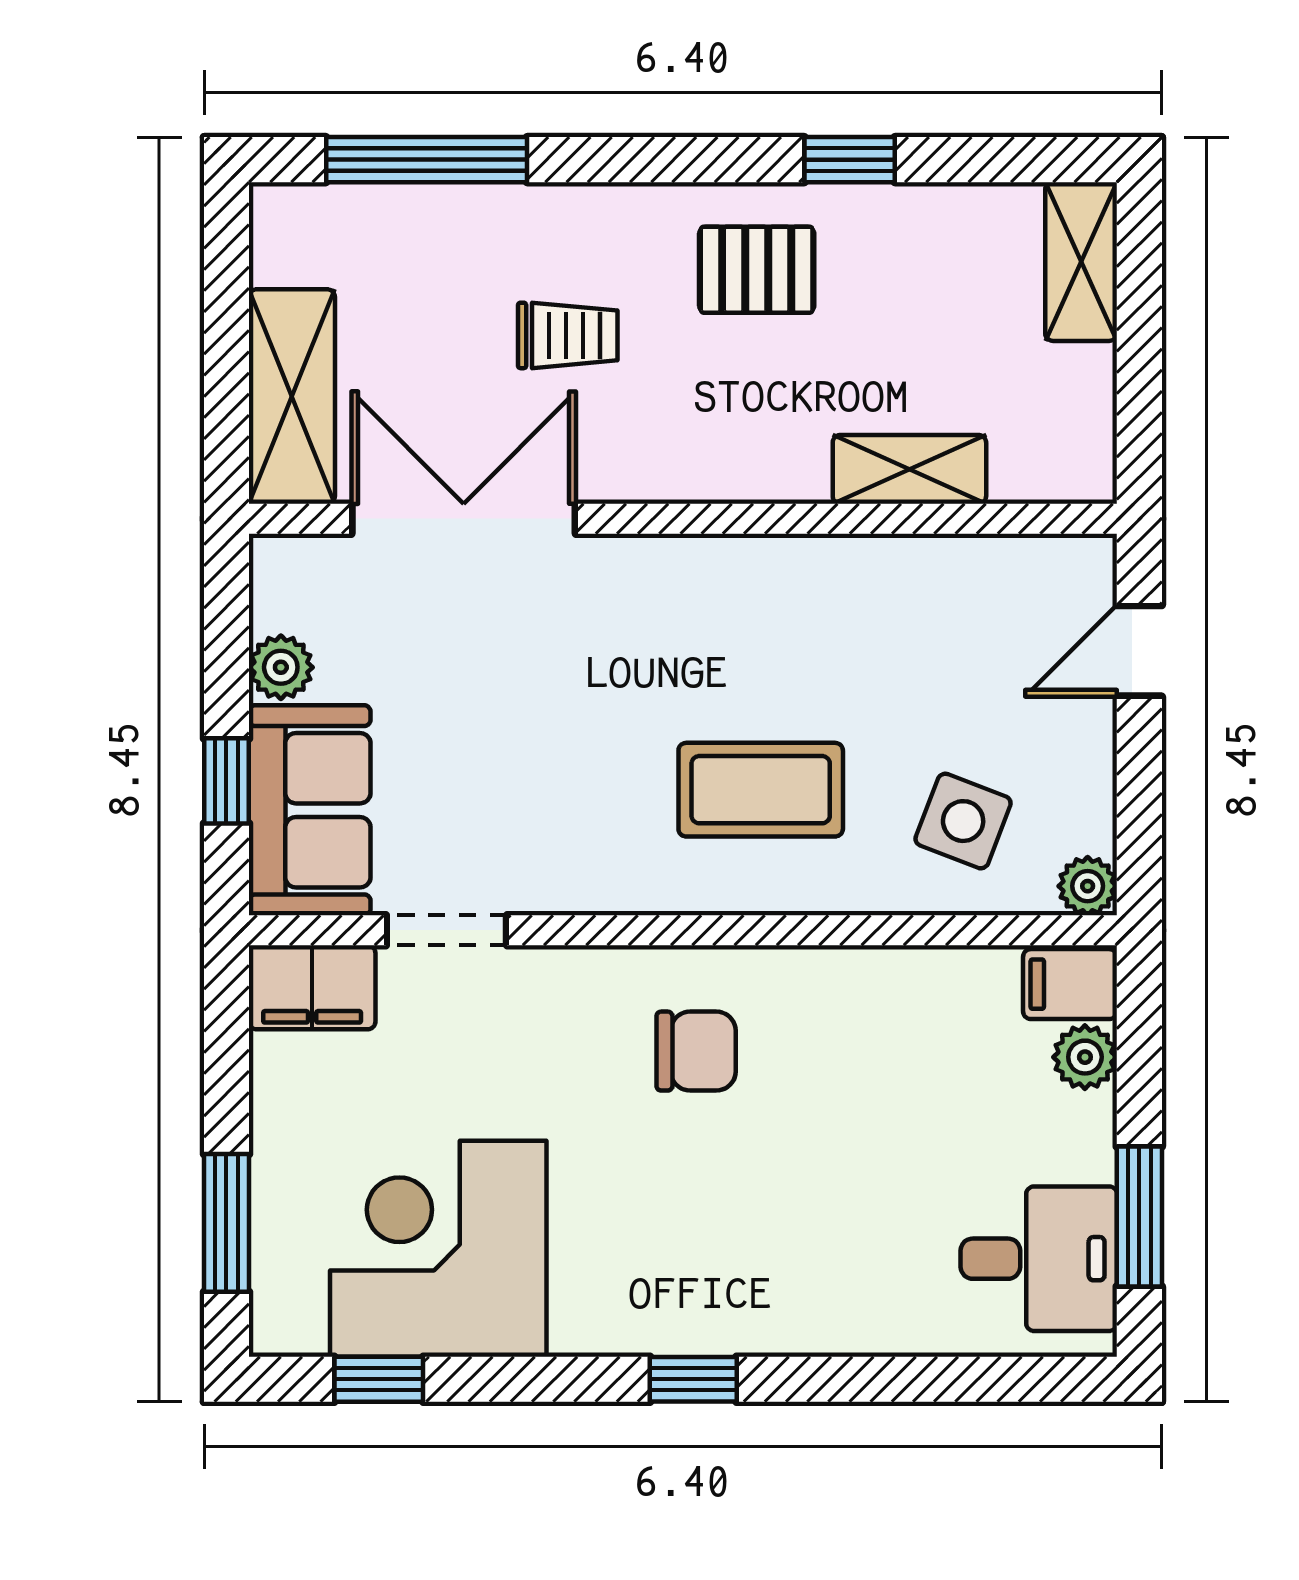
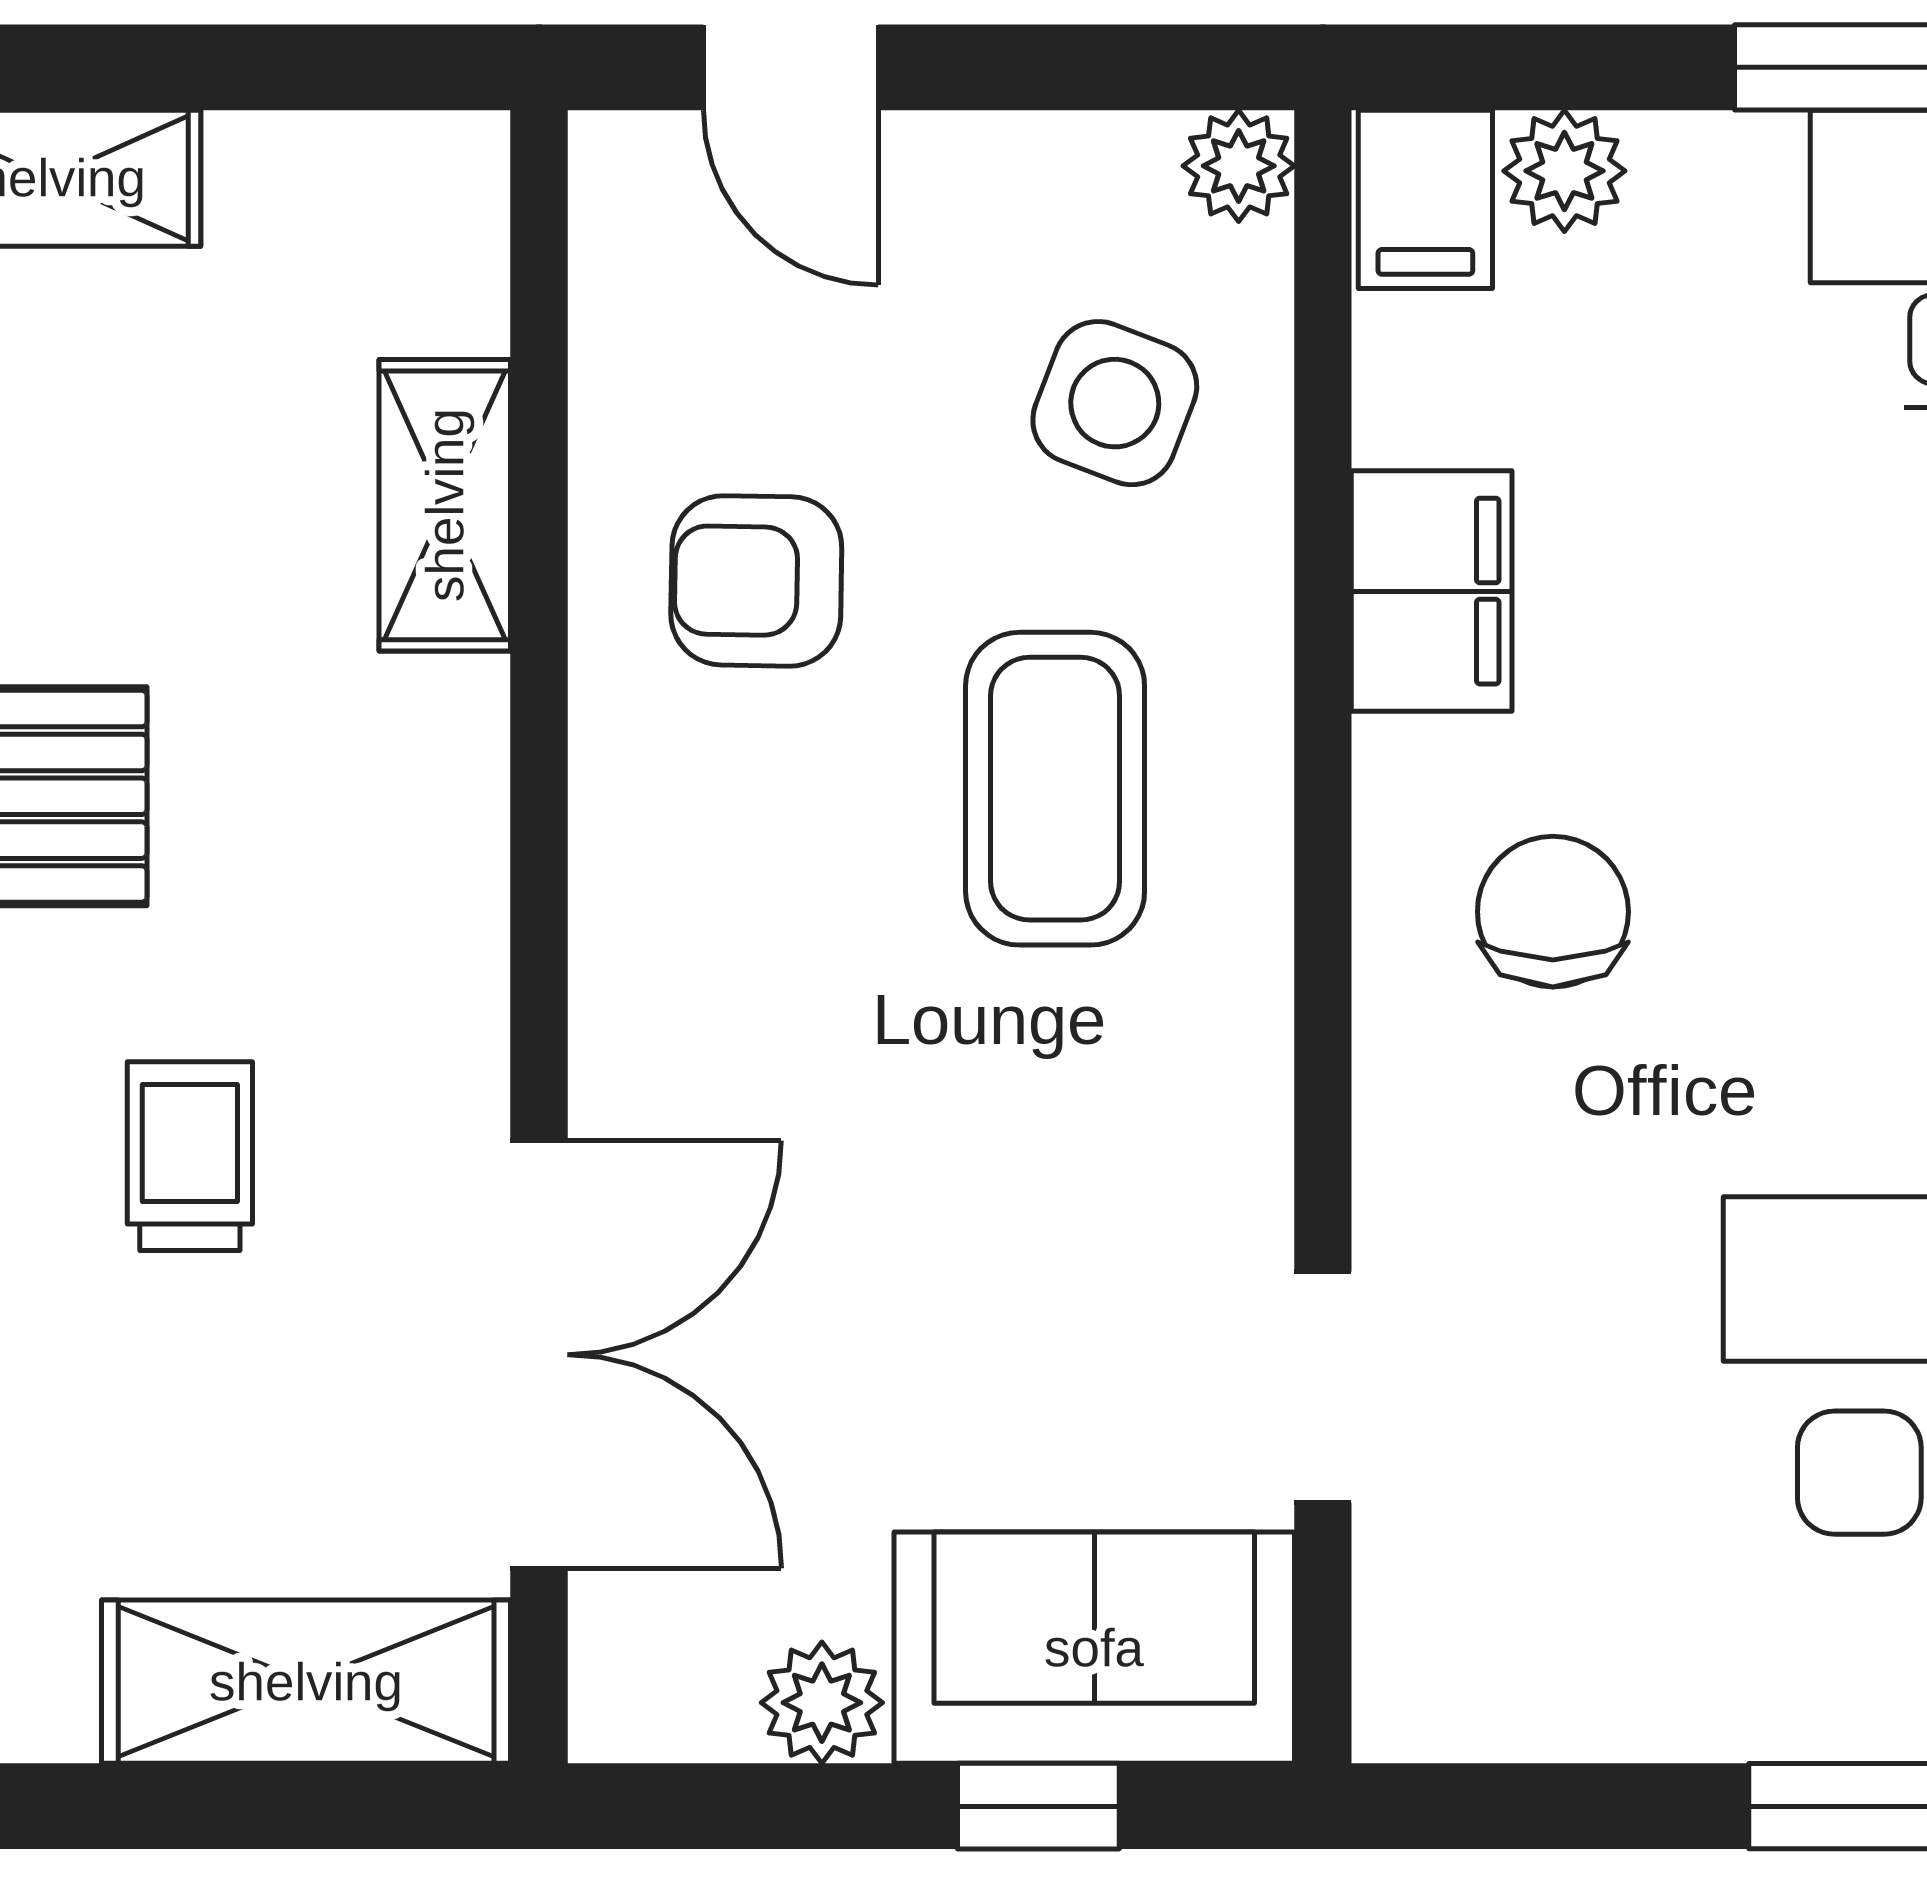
double door: (464, 519) -> (539, 1355), swing flipped
armchair: (870, 633) -> (756, 581), added
filing cabinet: (312, 987) -> (1432, 591), moved

